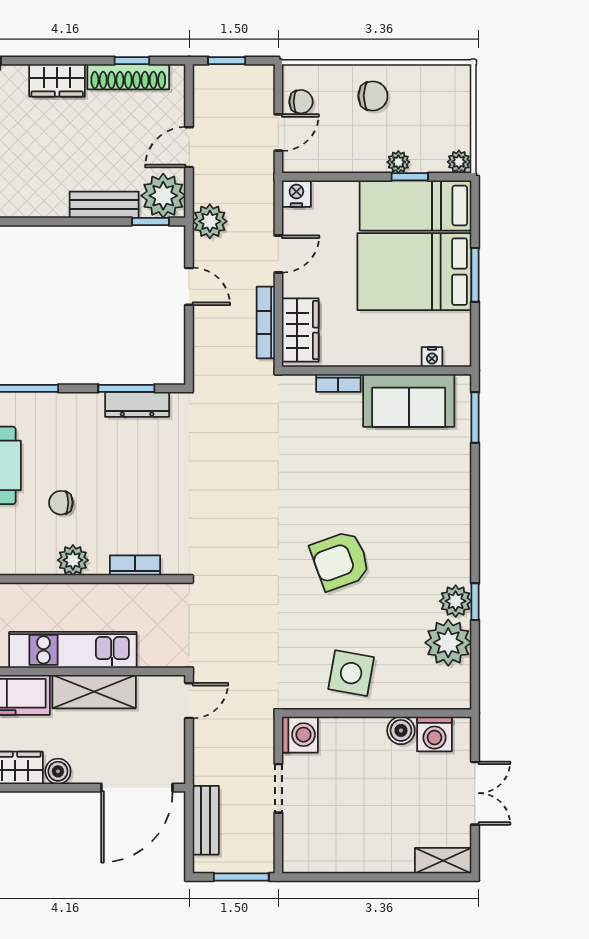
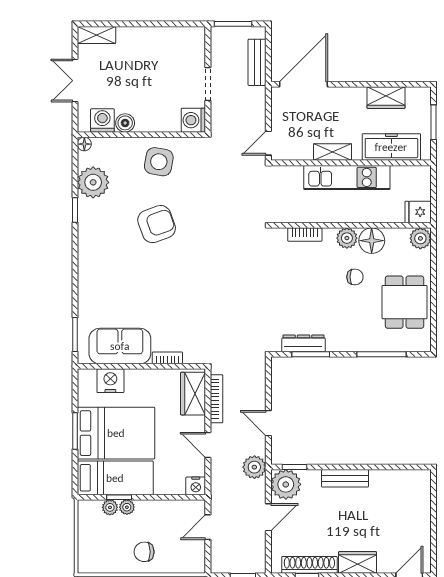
chair: (301, 102) -> (193, 548), removed
plant: (459, 162) -> (110, 507), moved
bench: (104, 205) -> (345, 478), moved
door: (278, 254) -> (208, 445), hinge flipped
nightstand: (432, 357) -> (110, 381), width x1.89, depth x1.79
floor lamp: (36, 556) -> (372, 241), added
armchair: (340, 561) -> (157, 224), moved
plant: (456, 601) -> (88, 210), removed
shelving: (94, 692) -> (333, 152), width x0.67, depth x0.75
floor lamp: (461, 699) -> (84, 144), added
boiler: (58, 771) -> (357, 95), removed

